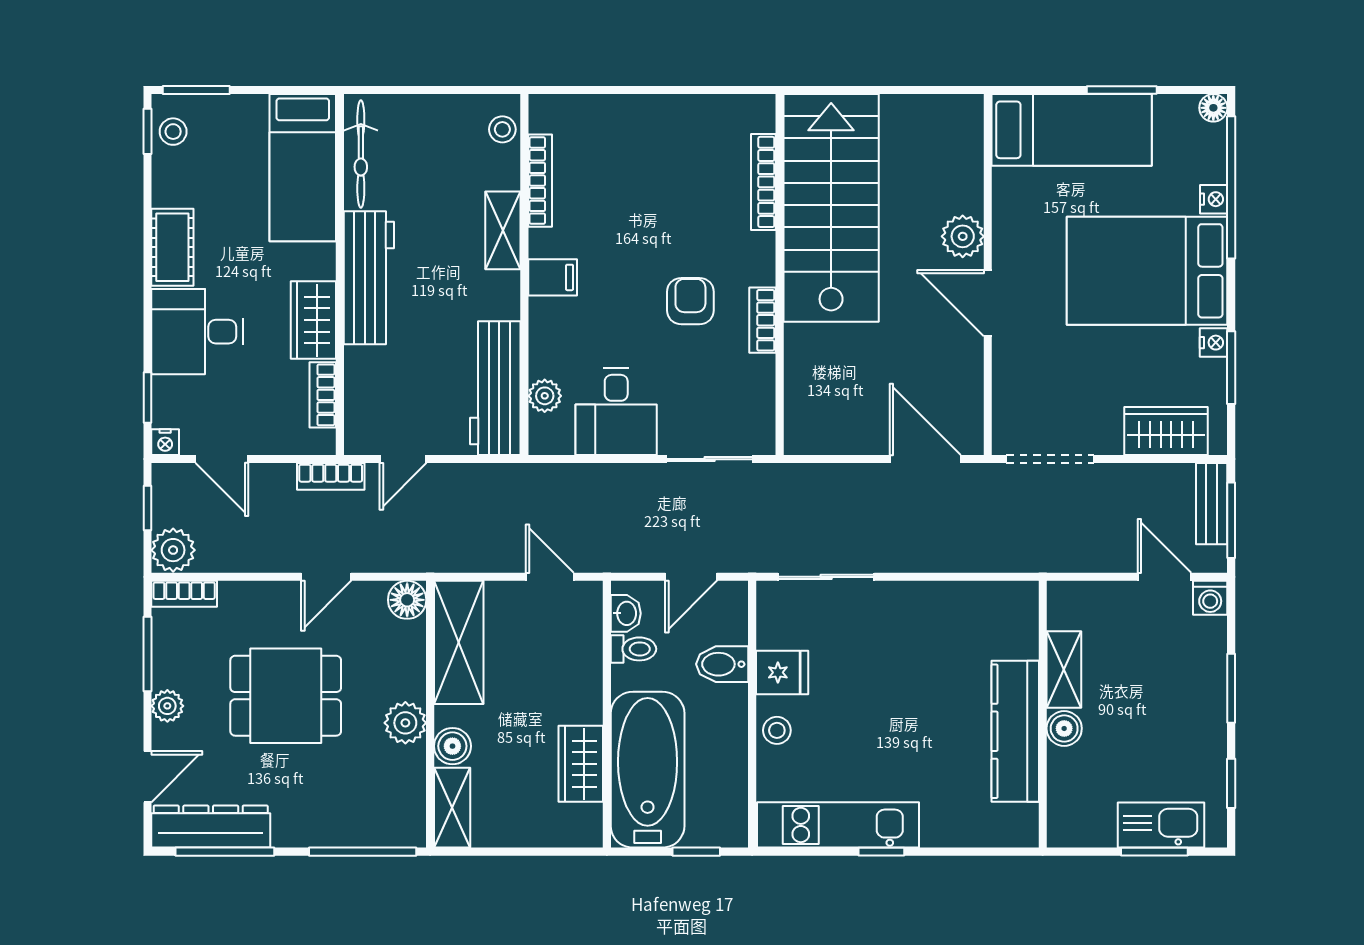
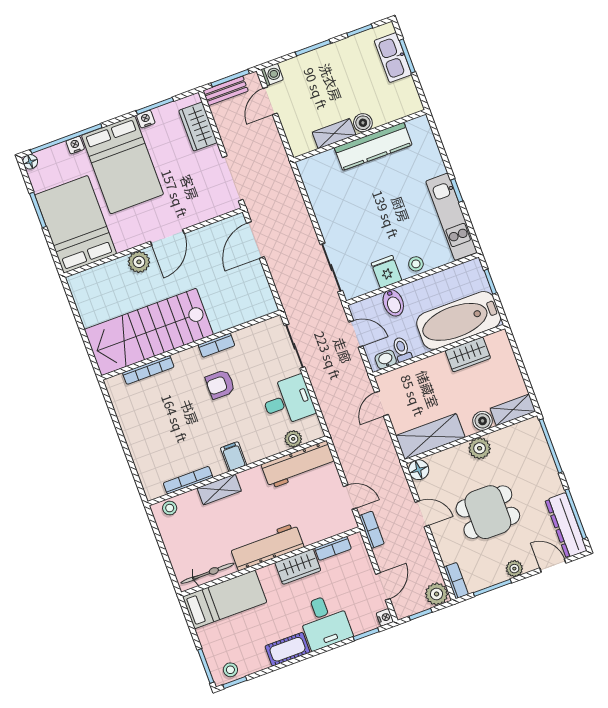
bed: (1072, 130) -> (76, 224), width x1.50
dining table: (286, 696) -> (488, 512), turned 90

